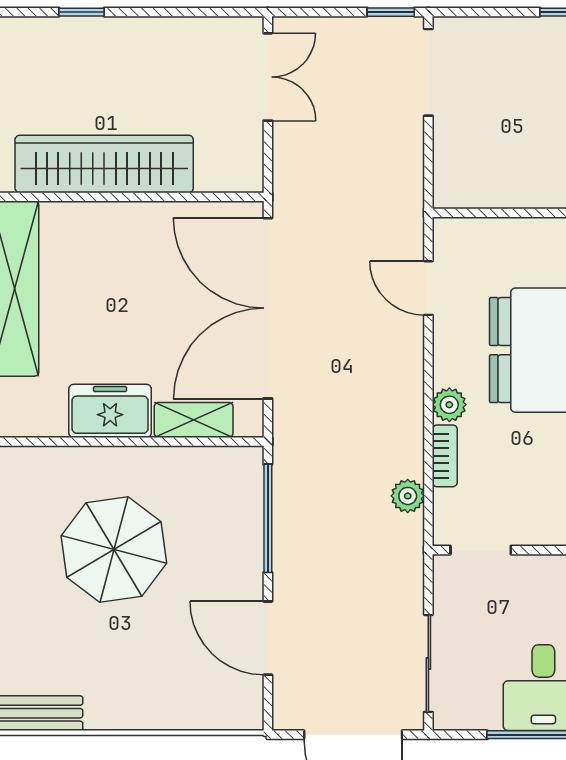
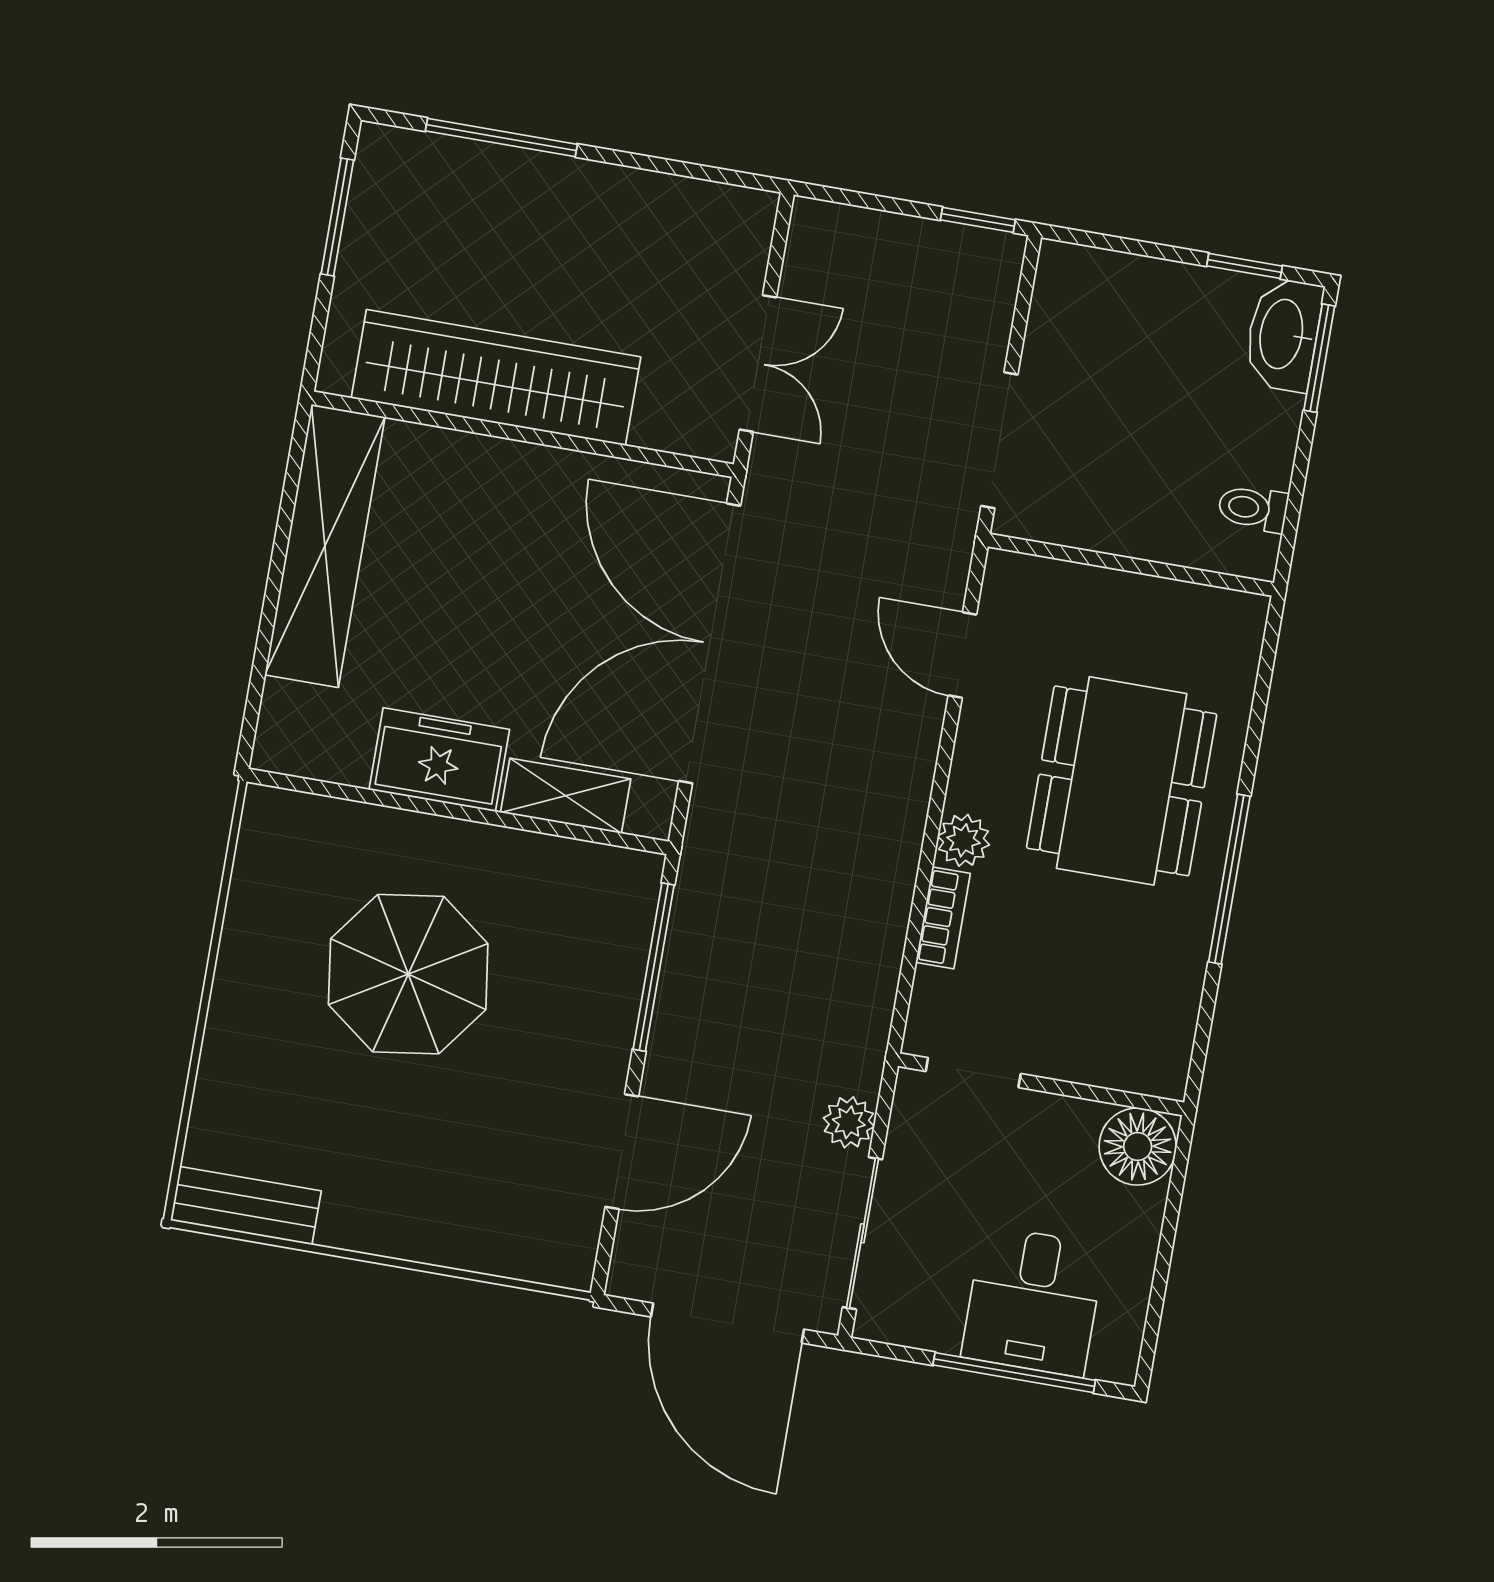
window: (82, 12) -> (501, 138), width x2.17
doorway: (428, 72) -> (999, 440), moved
double door: (268, 77) -> (758, 364), moved
plant: (408, 496) -> (849, 1122), moved
door: (268, 638) -> (622, 1152), swing flipped

